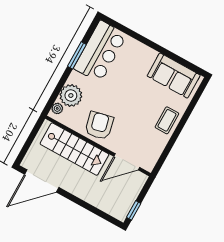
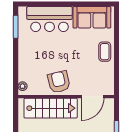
bar counter: (100, 52) -> (50, 19), moved, turned 90
window: (77, 55) -> (16, 27), moved
plant: (71, 95) -> (27, 72), removed

